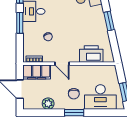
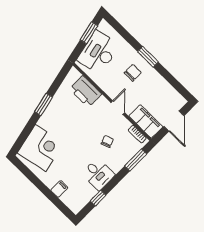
window: (20, 23) -> (136, 160), moved
desk: (100, 97) -> (98, 52), moved, turned -102
plant: (48, 104) -> (162, 86), removed

